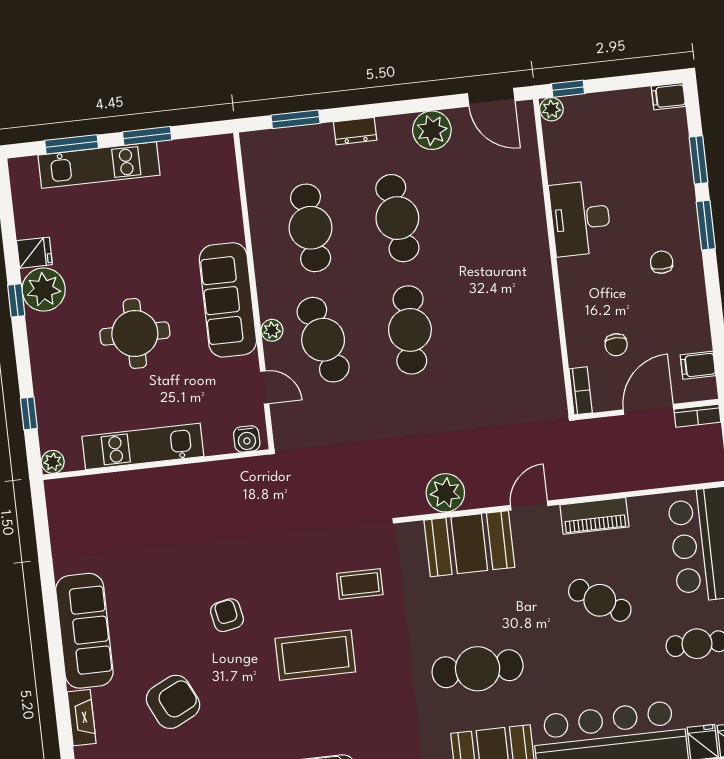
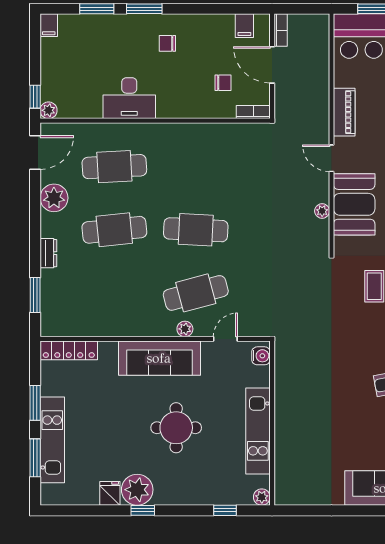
locker: (225, 174) -> (69, 350), added
cafe table: (311, 228) -> (114, 167), moved
plant: (445, 493) -> (322, 211), width x0.53, depth x0.53

